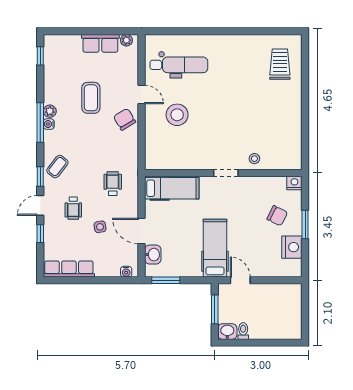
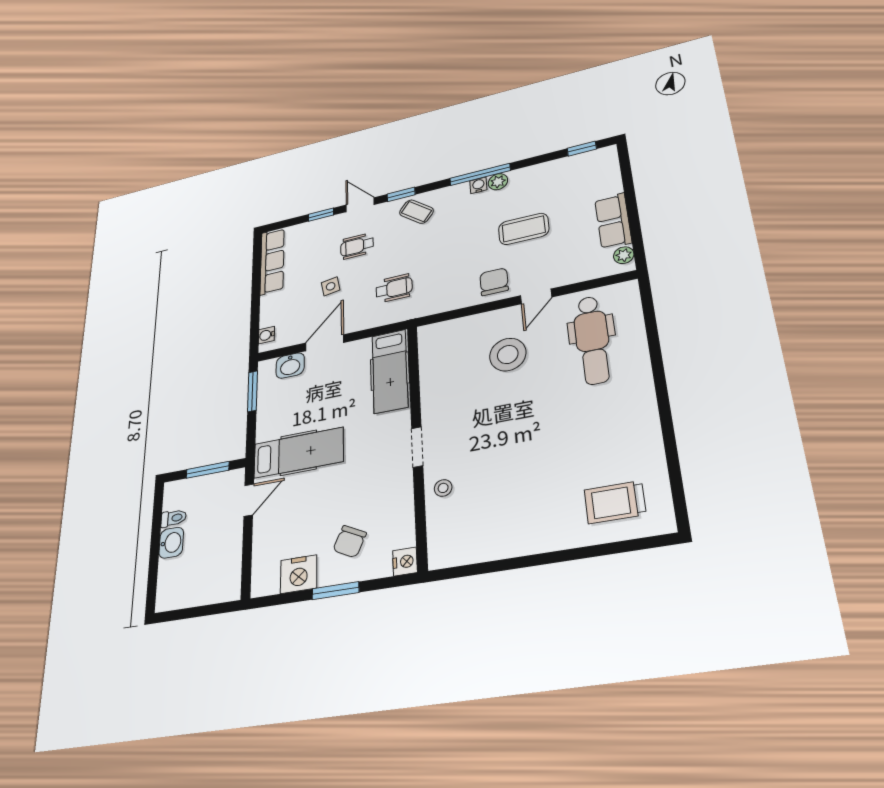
trolley: (280, 64) -> (615, 502), turned 180
chair: (125, 119) -> (494, 282), turned -59
washbasin: (227, 332) -> (171, 543), moved

